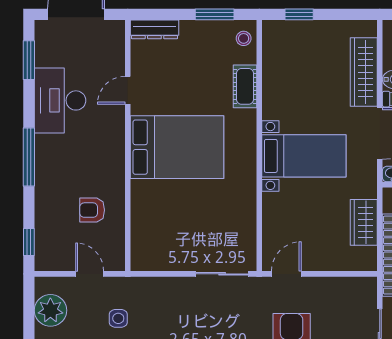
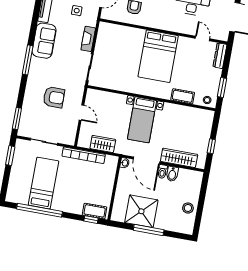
window: (299, 14) -> (211, 146), moved
door: (128, 90) -> (203, 38), moved
door: (286, 274) -> (81, 113), moved
fireplace: (168, 287) -> (88, 39), added

